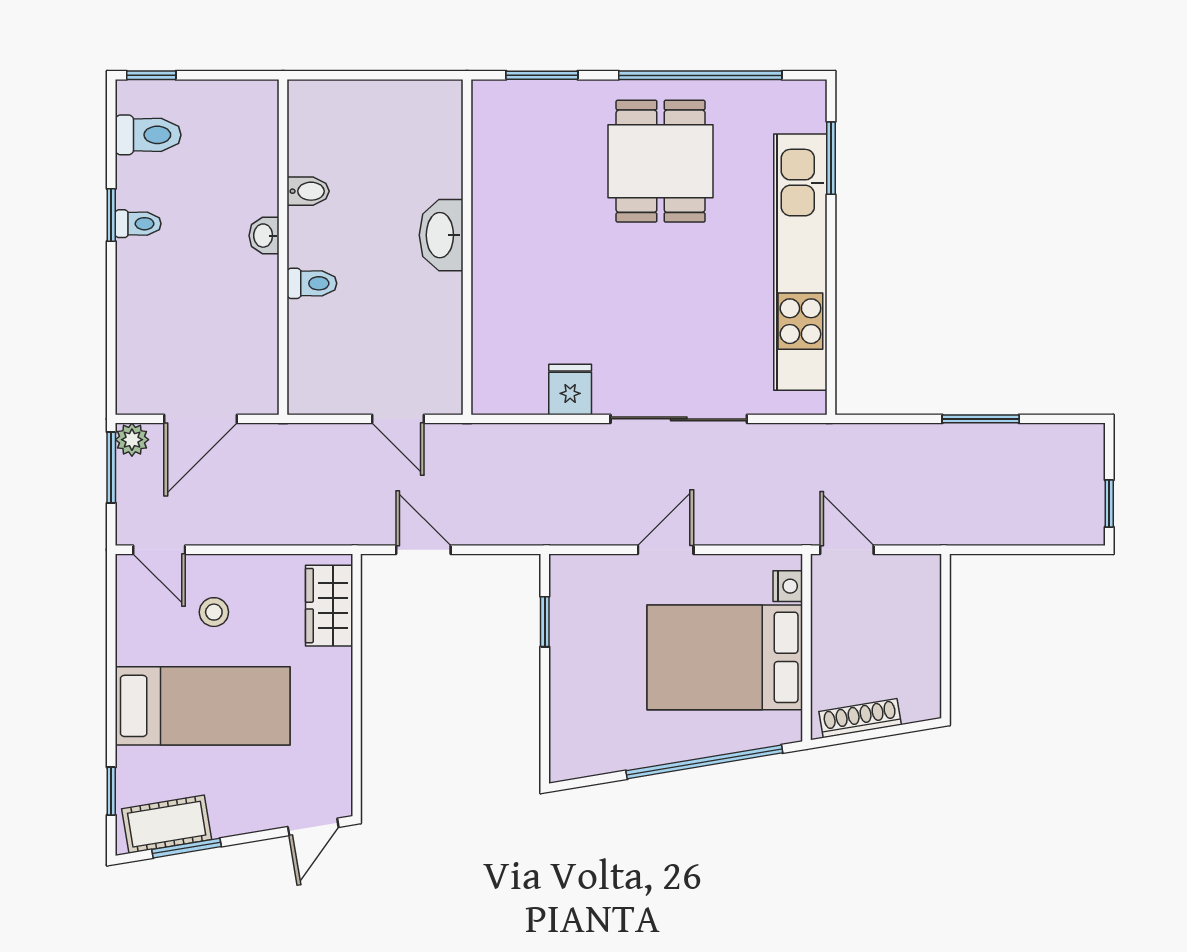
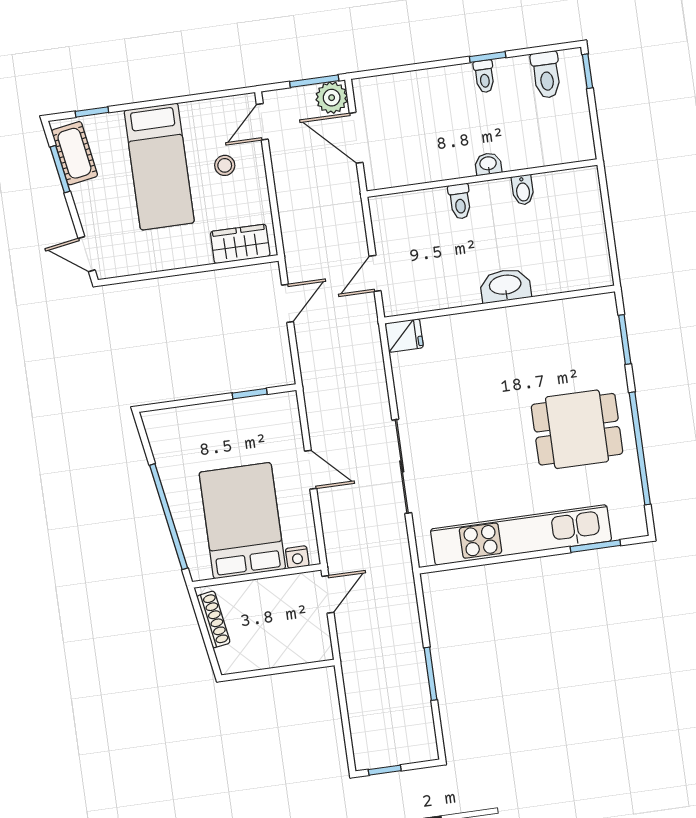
fridge: (570, 389) -> (404, 335), moved
plant: (132, 440) -> (332, 98), width x1.38, depth x1.38

